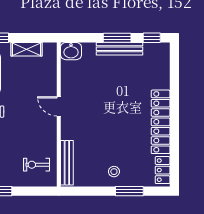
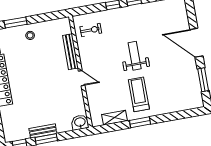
bench: (119, 49) -> (43, 131), width x0.73
bench: (67, 163) -> (70, 52), moved

